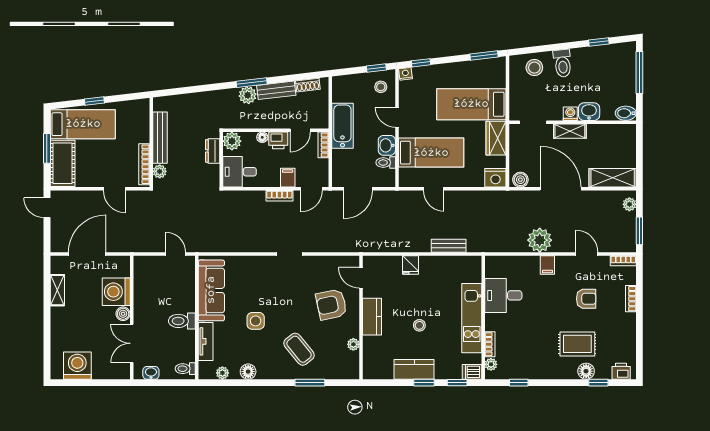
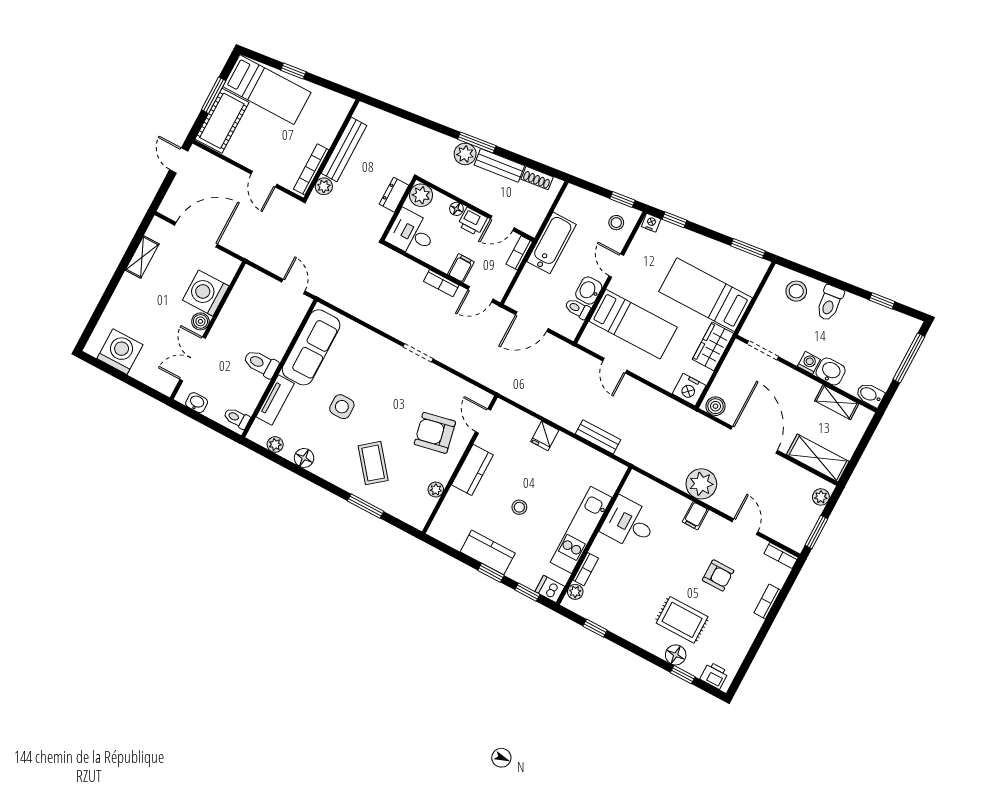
shelving: (570, 131) -> (837, 402), moved

